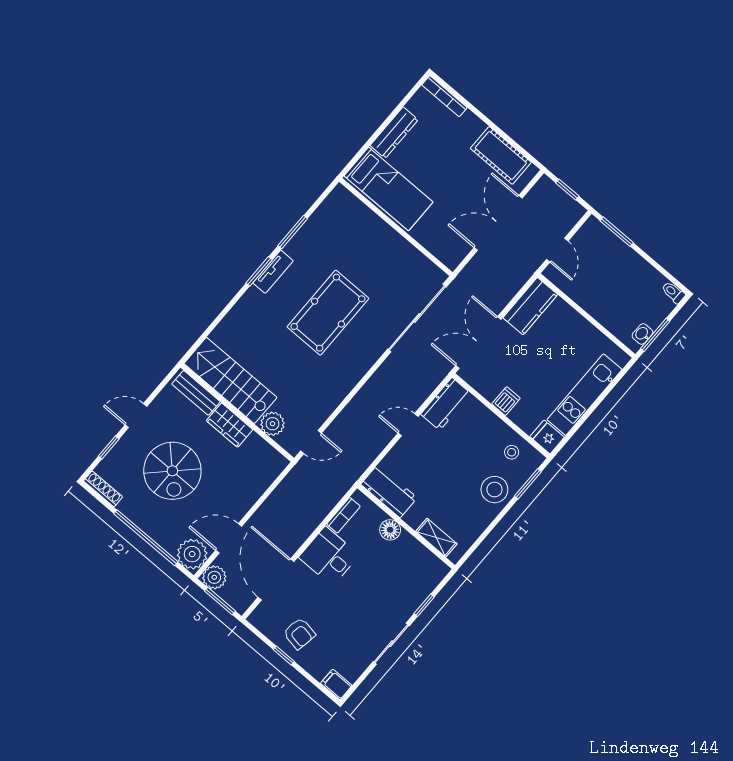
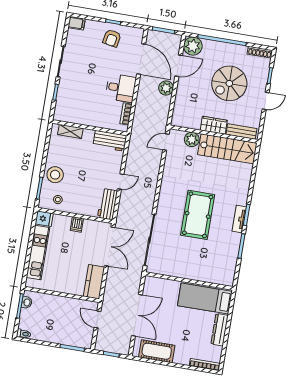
spiral stairs: (172, 471) -> (229, 83), turned -90
floor lamp: (390, 530) -> (97, 121), removed
plant: (214, 577) -> (166, 88), moved
armchair: (299, 634) -> (112, 38), turned -90

